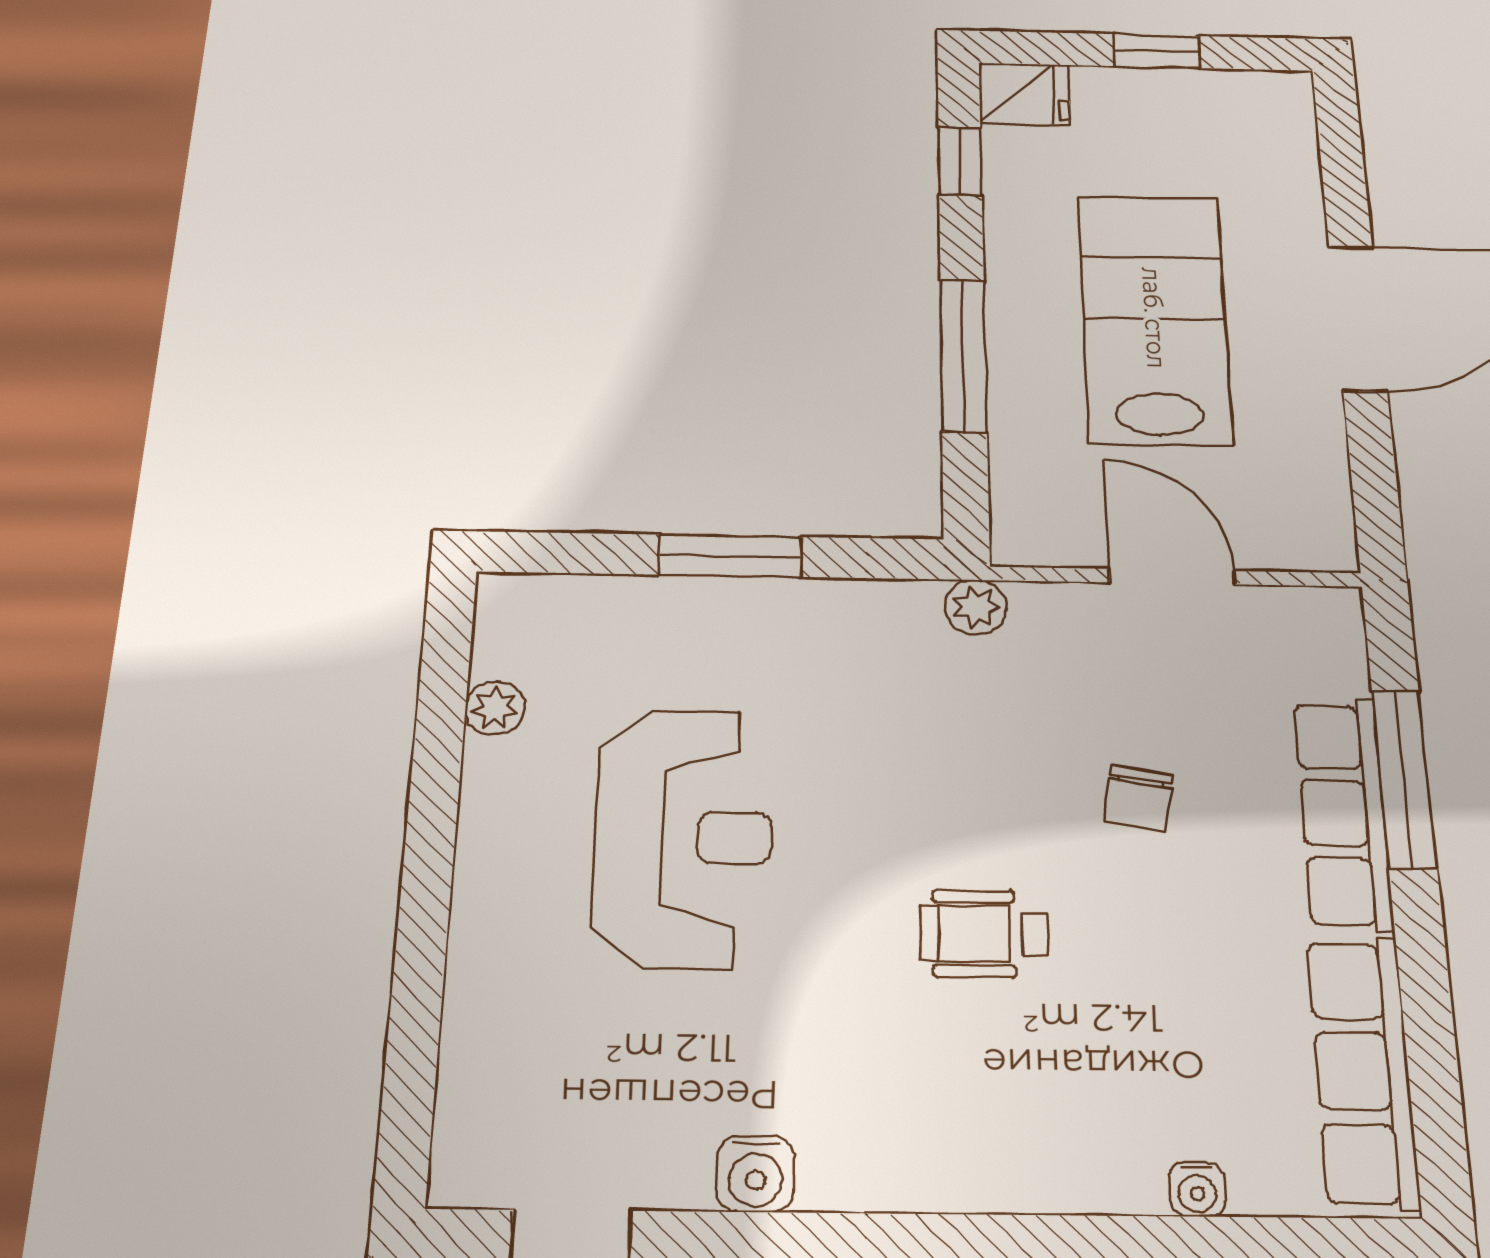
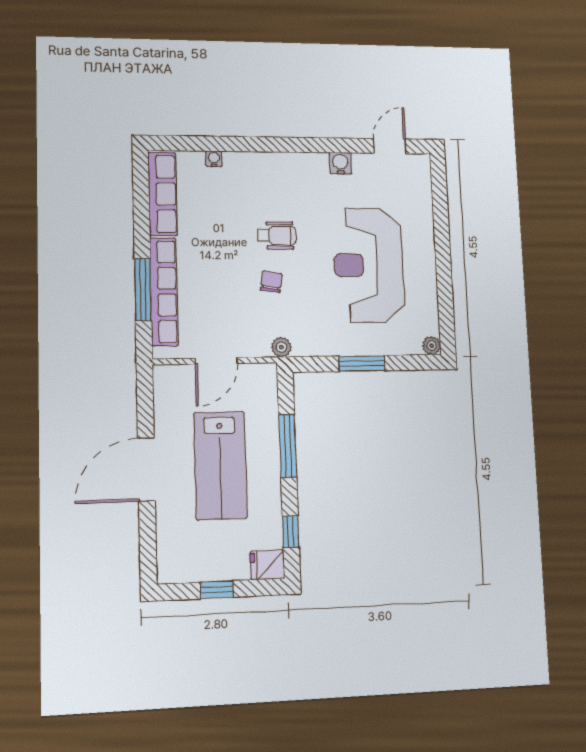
door: (1172, 577) -> (216, 361), hinge flipped
plant: (495, 708) -> (432, 346), moved
chair: (1138, 798) -> (271, 282), moved
row of seats: (1343, 813) -> (164, 292), width x1.36
reception desk: (684, 837) -> (369, 265), width x1.36, depth x1.30

